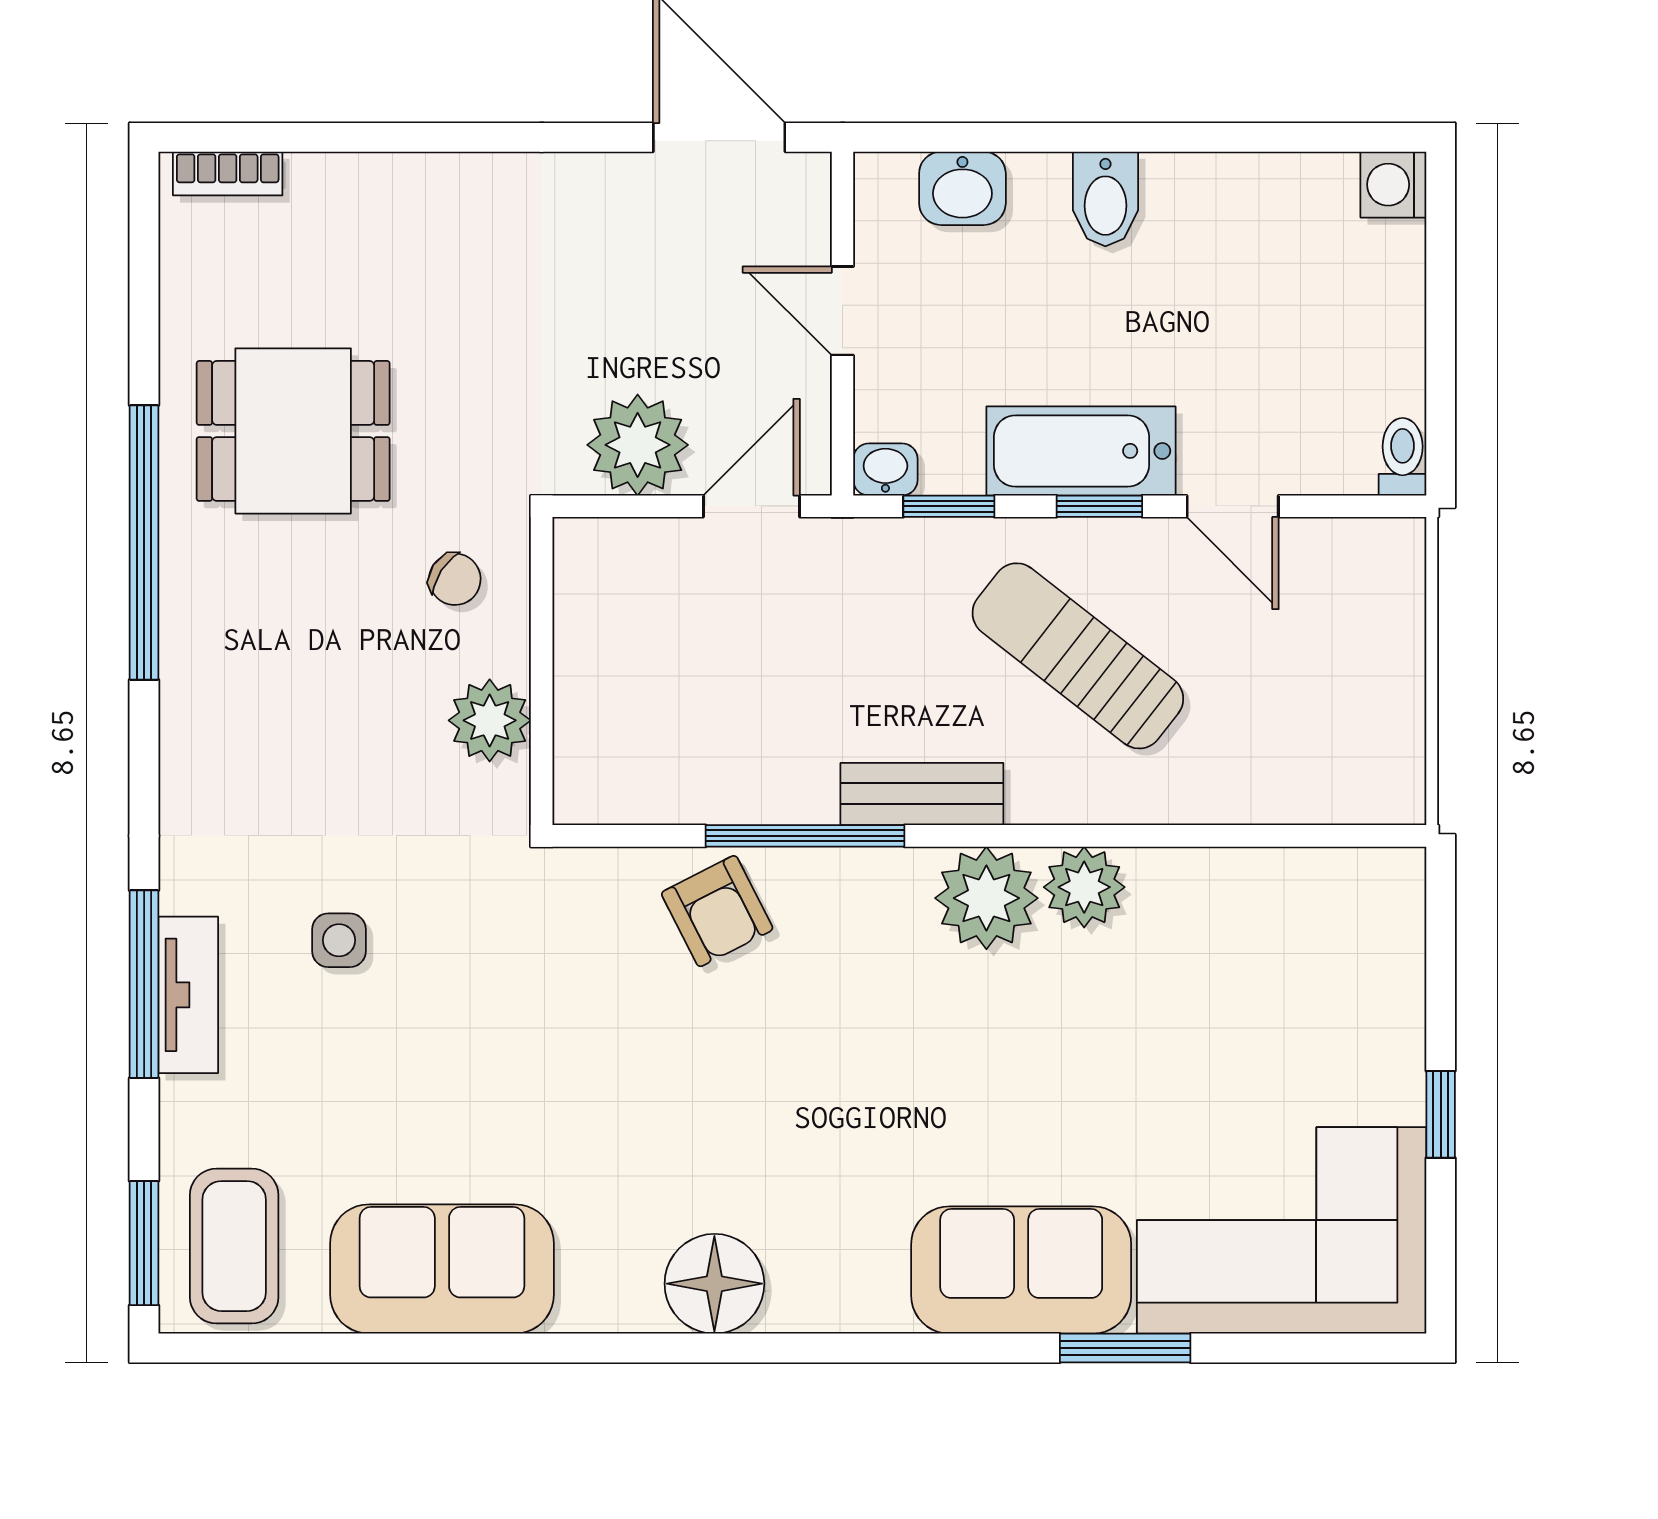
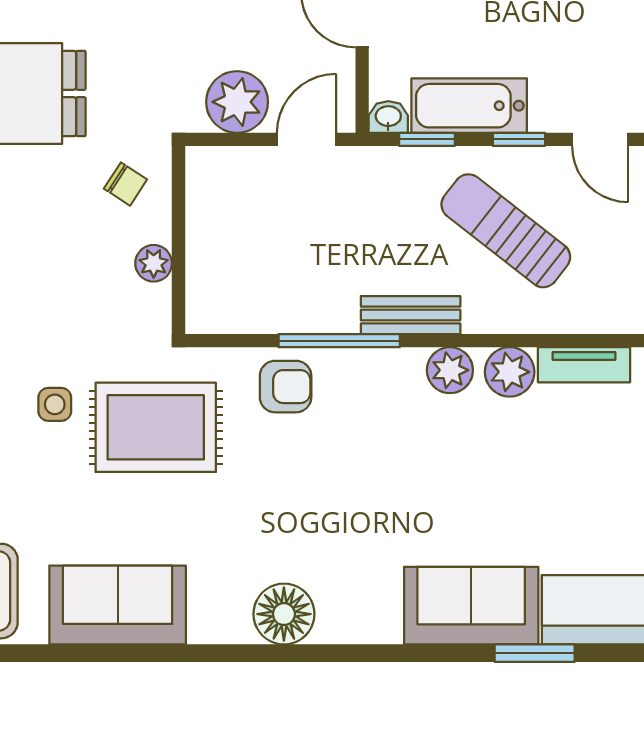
bathtub: (1081, 451) -> (469, 106), moved
plant: (490, 720) -> (154, 263), width x0.73, depth x0.73
tv unit: (1206, 875) -> (584, 365), added
plant: (986, 898) -> (450, 370), width x0.73, depth x0.73
armchair: (717, 911) -> (286, 387), turned -63
rug: (504, 978) -> (156, 427), added

